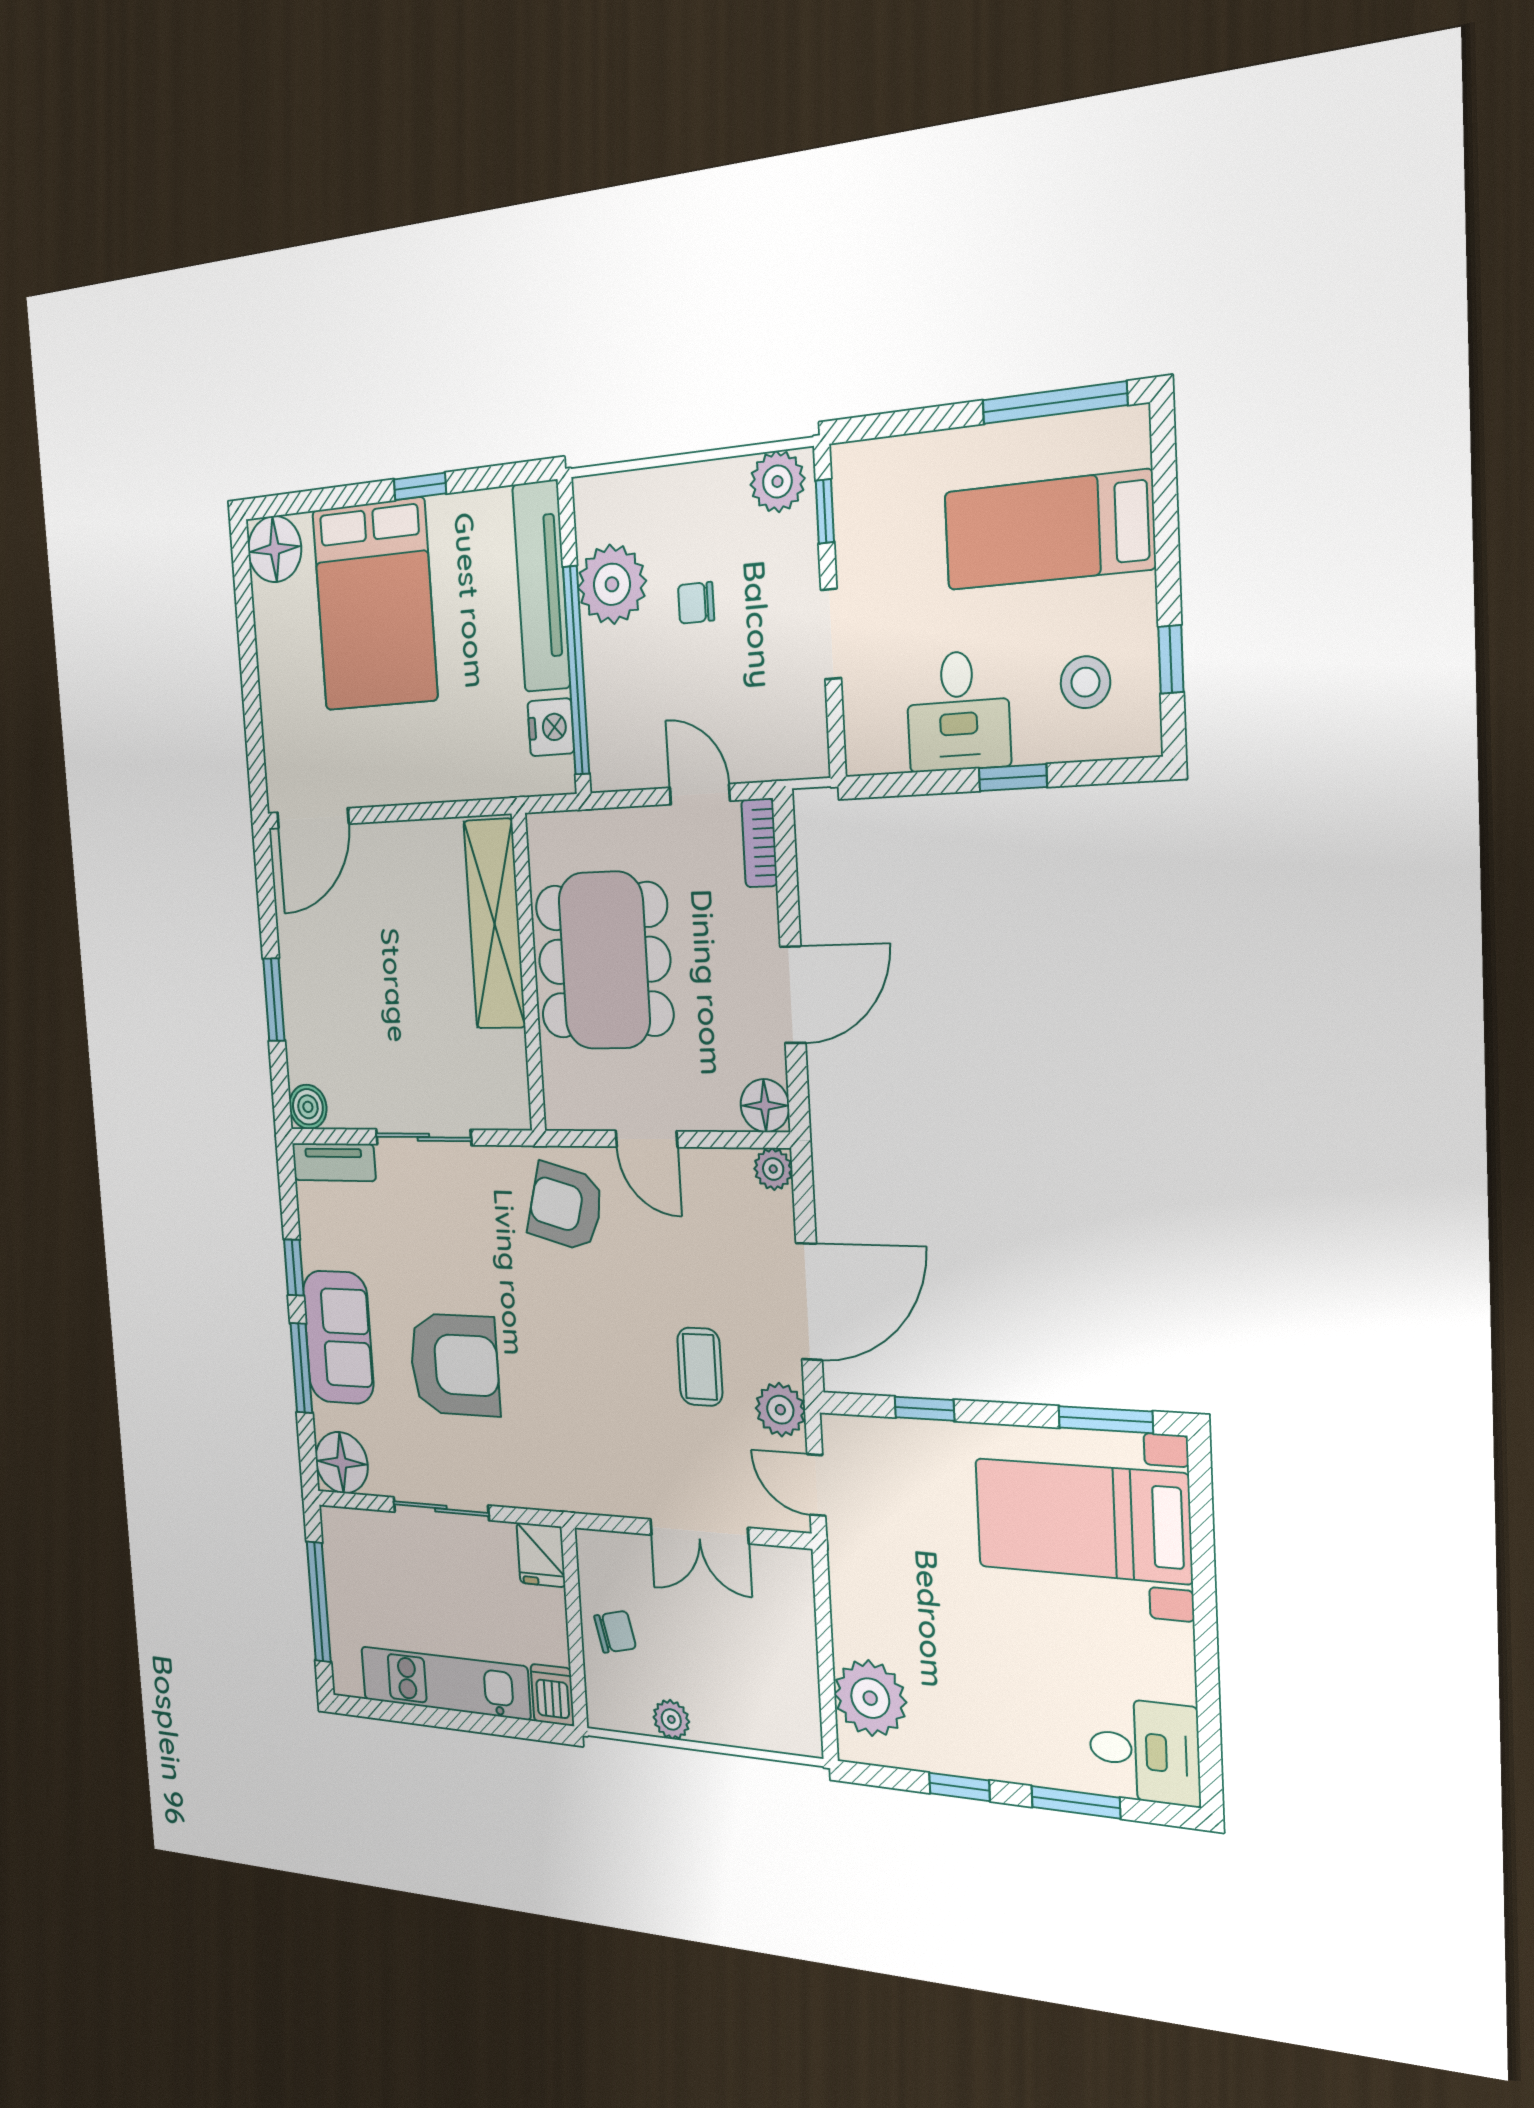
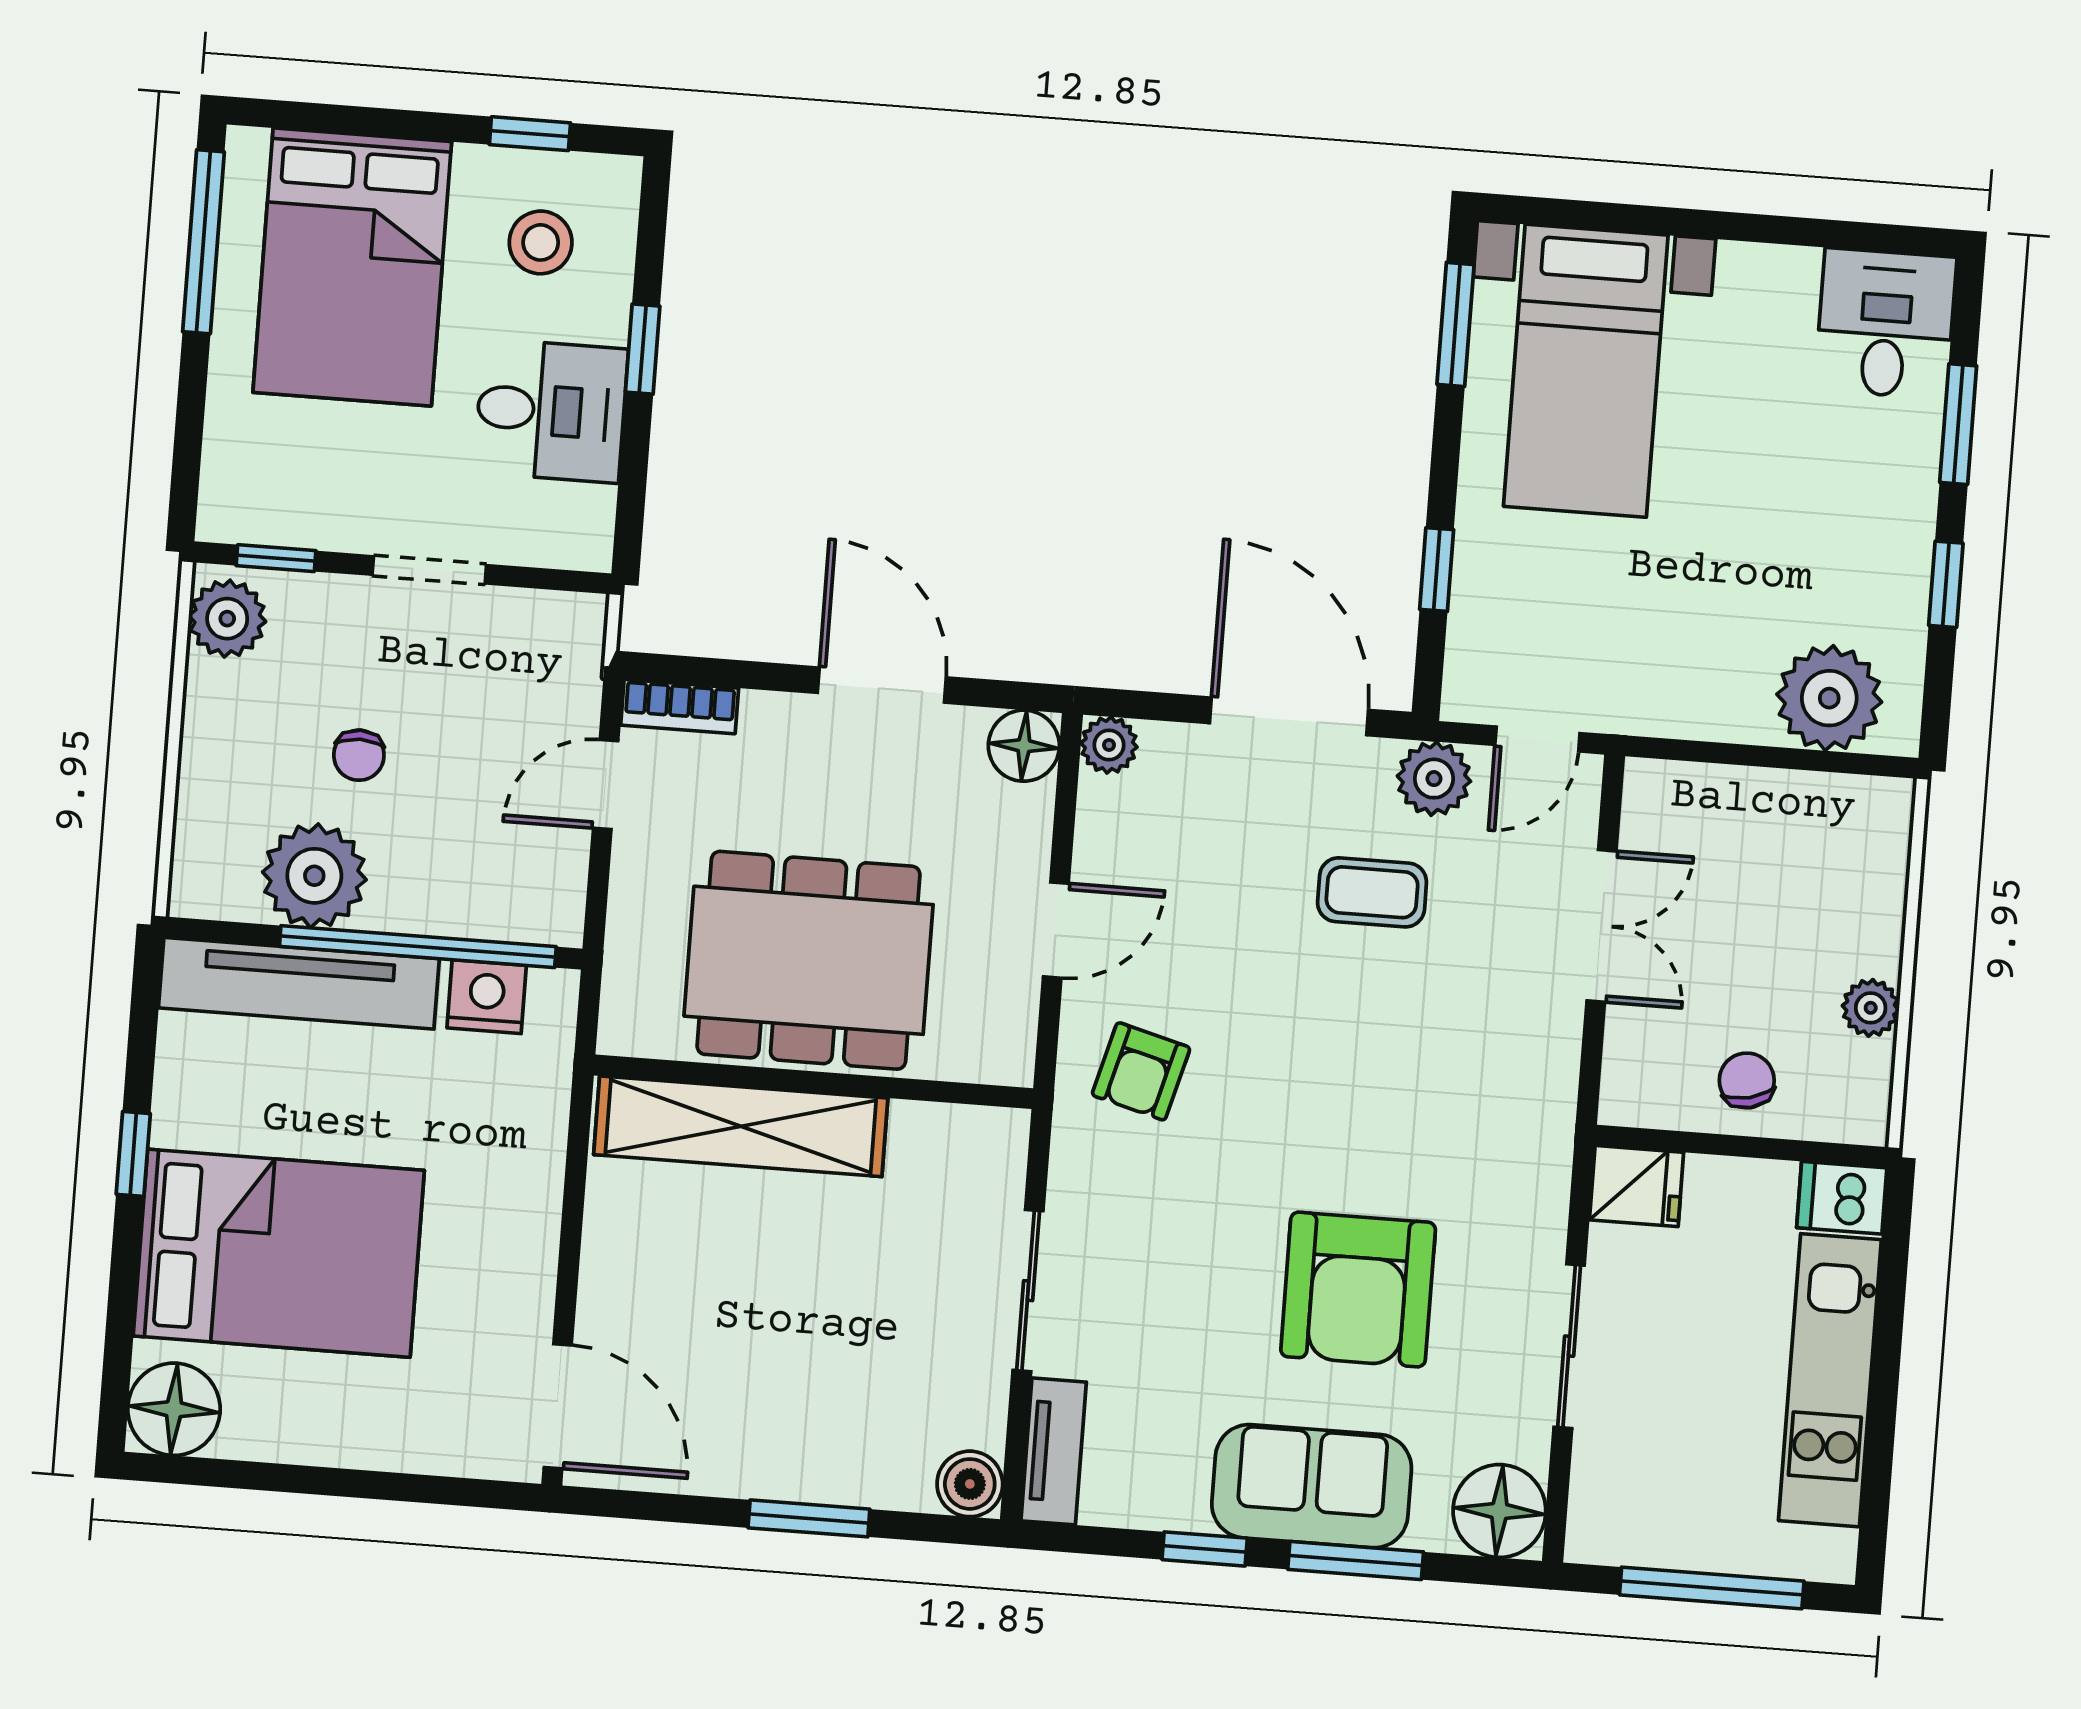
bed: (1049, 530) -> (352, 267), width x1.50
armchair: (565, 1207) -> (1141, 1071), width x0.72, depth x0.72
armchair: (454, 1365) -> (1358, 1290), turned 180

